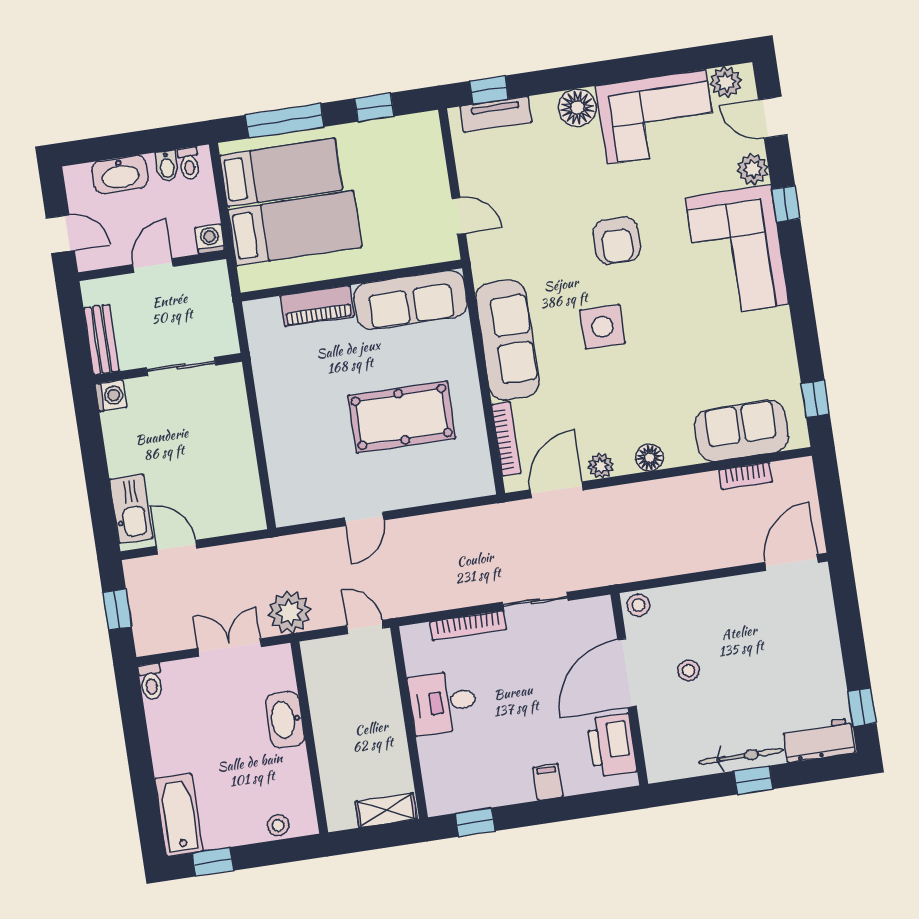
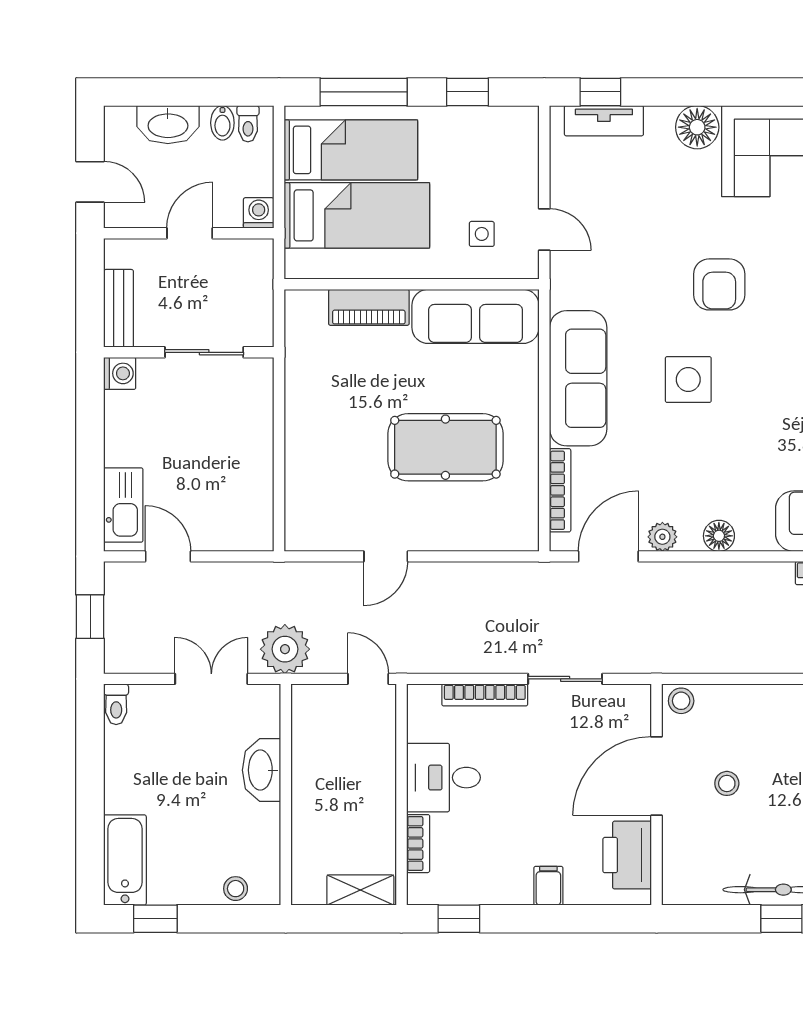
side table: (405, 228) -> (482, 234), added
bookcase: (430, 763) -> (418, 844), added

